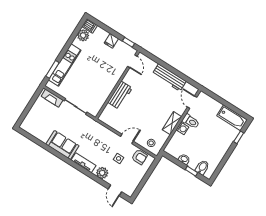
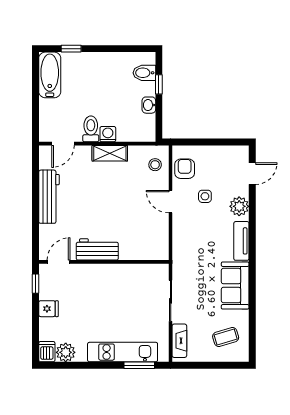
workbench: (120, 95) -> (97, 249), moved
coffee table: (39, 123) -> (226, 337), added

